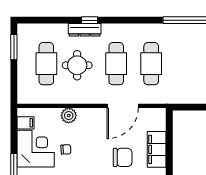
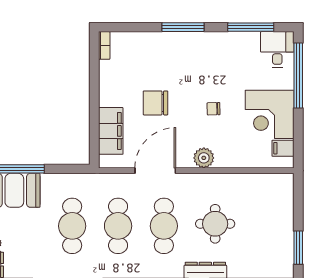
cafe table: (46, 64) -> (72, 226), moved
plant: (69, 116) -> (204, 158), moved
chair: (66, 149) -> (214, 109), moved
filing cabinet: (157, 149) -> (111, 131), moved

